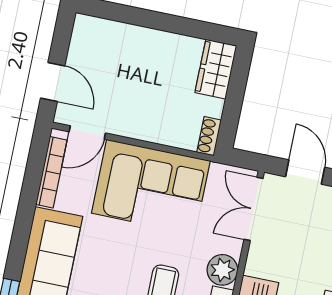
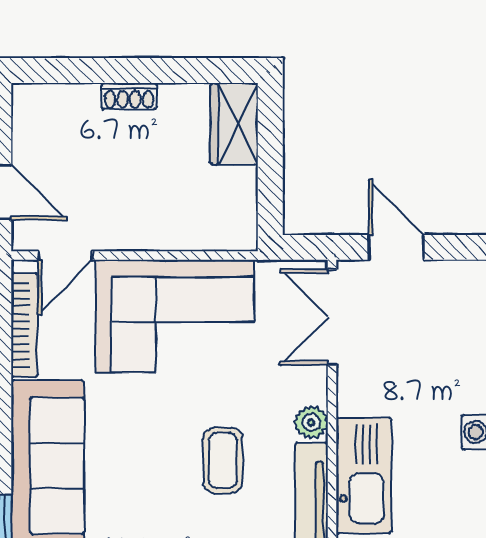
shoe rack: (209, 136) -> (129, 96), moved, turned -90
plant: (222, 270) -> (311, 422), width x0.73, depth x0.73

